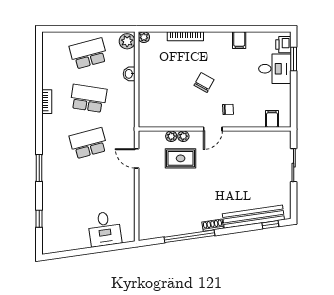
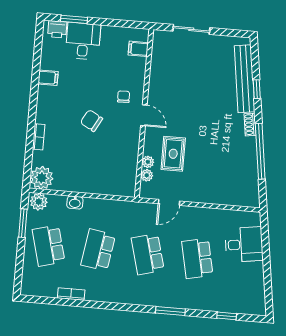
window: (107, 29) -> (23, 223), added
bookcase: (185, 36) -> (39, 137), width x0.64
plant: (144, 37) -> (42, 178), width x1.88, depth x1.88
bookcase: (47, 102) -> (71, 294), moved
plant: (183, 136) -> (147, 175), moved
school desk: (88, 188) -> (197, 258), added
window: (270, 225) -> (257, 89), moved

